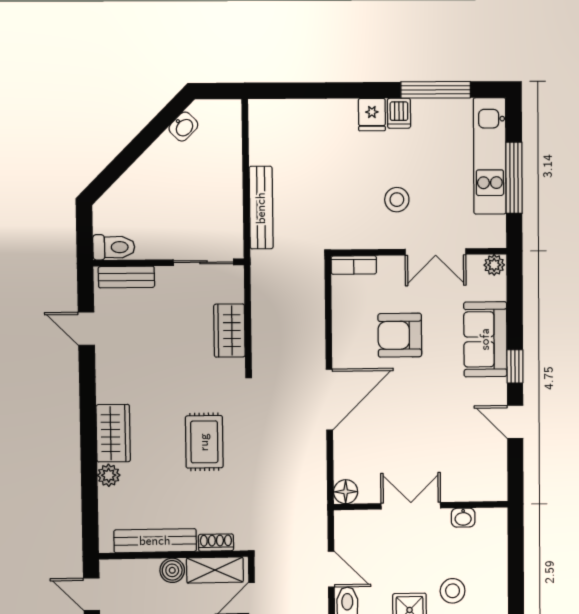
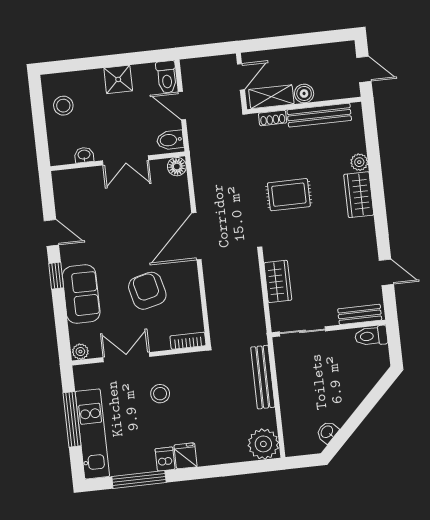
plant: (269, 120) -> (263, 444), added
armchair: (400, 335) -> (147, 291), turned -104
rug: (204, 442) -> (289, 195), turned 90
bidet: (351, 527) -> (170, 140), added
stool: (453, 591) -> (63, 106), moved

